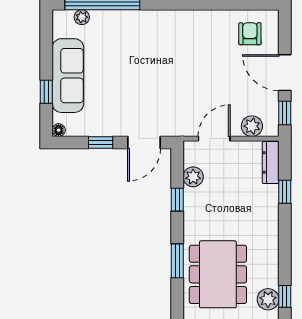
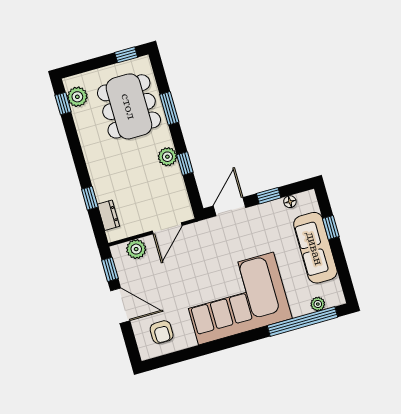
corner sofa: (164, 47) -> (236, 299), added
floor lamp: (59, 130) -> (290, 202), moved
dresser: (271, 162) -> (108, 215), width x0.70
plant: (193, 177) -> (167, 157), moved

